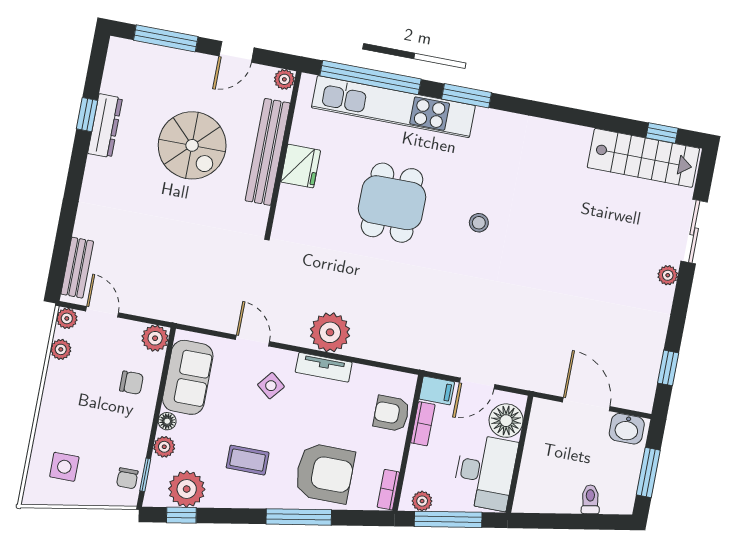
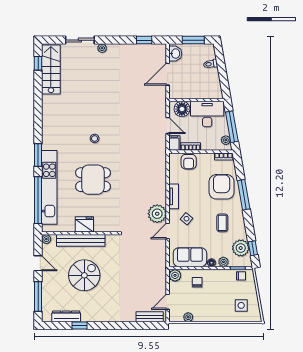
dresser: (105, 126) -> (66, 316), moved
plant: (67, 318) -> (174, 317), removed
plant: (330, 332) -> (157, 214), moved

